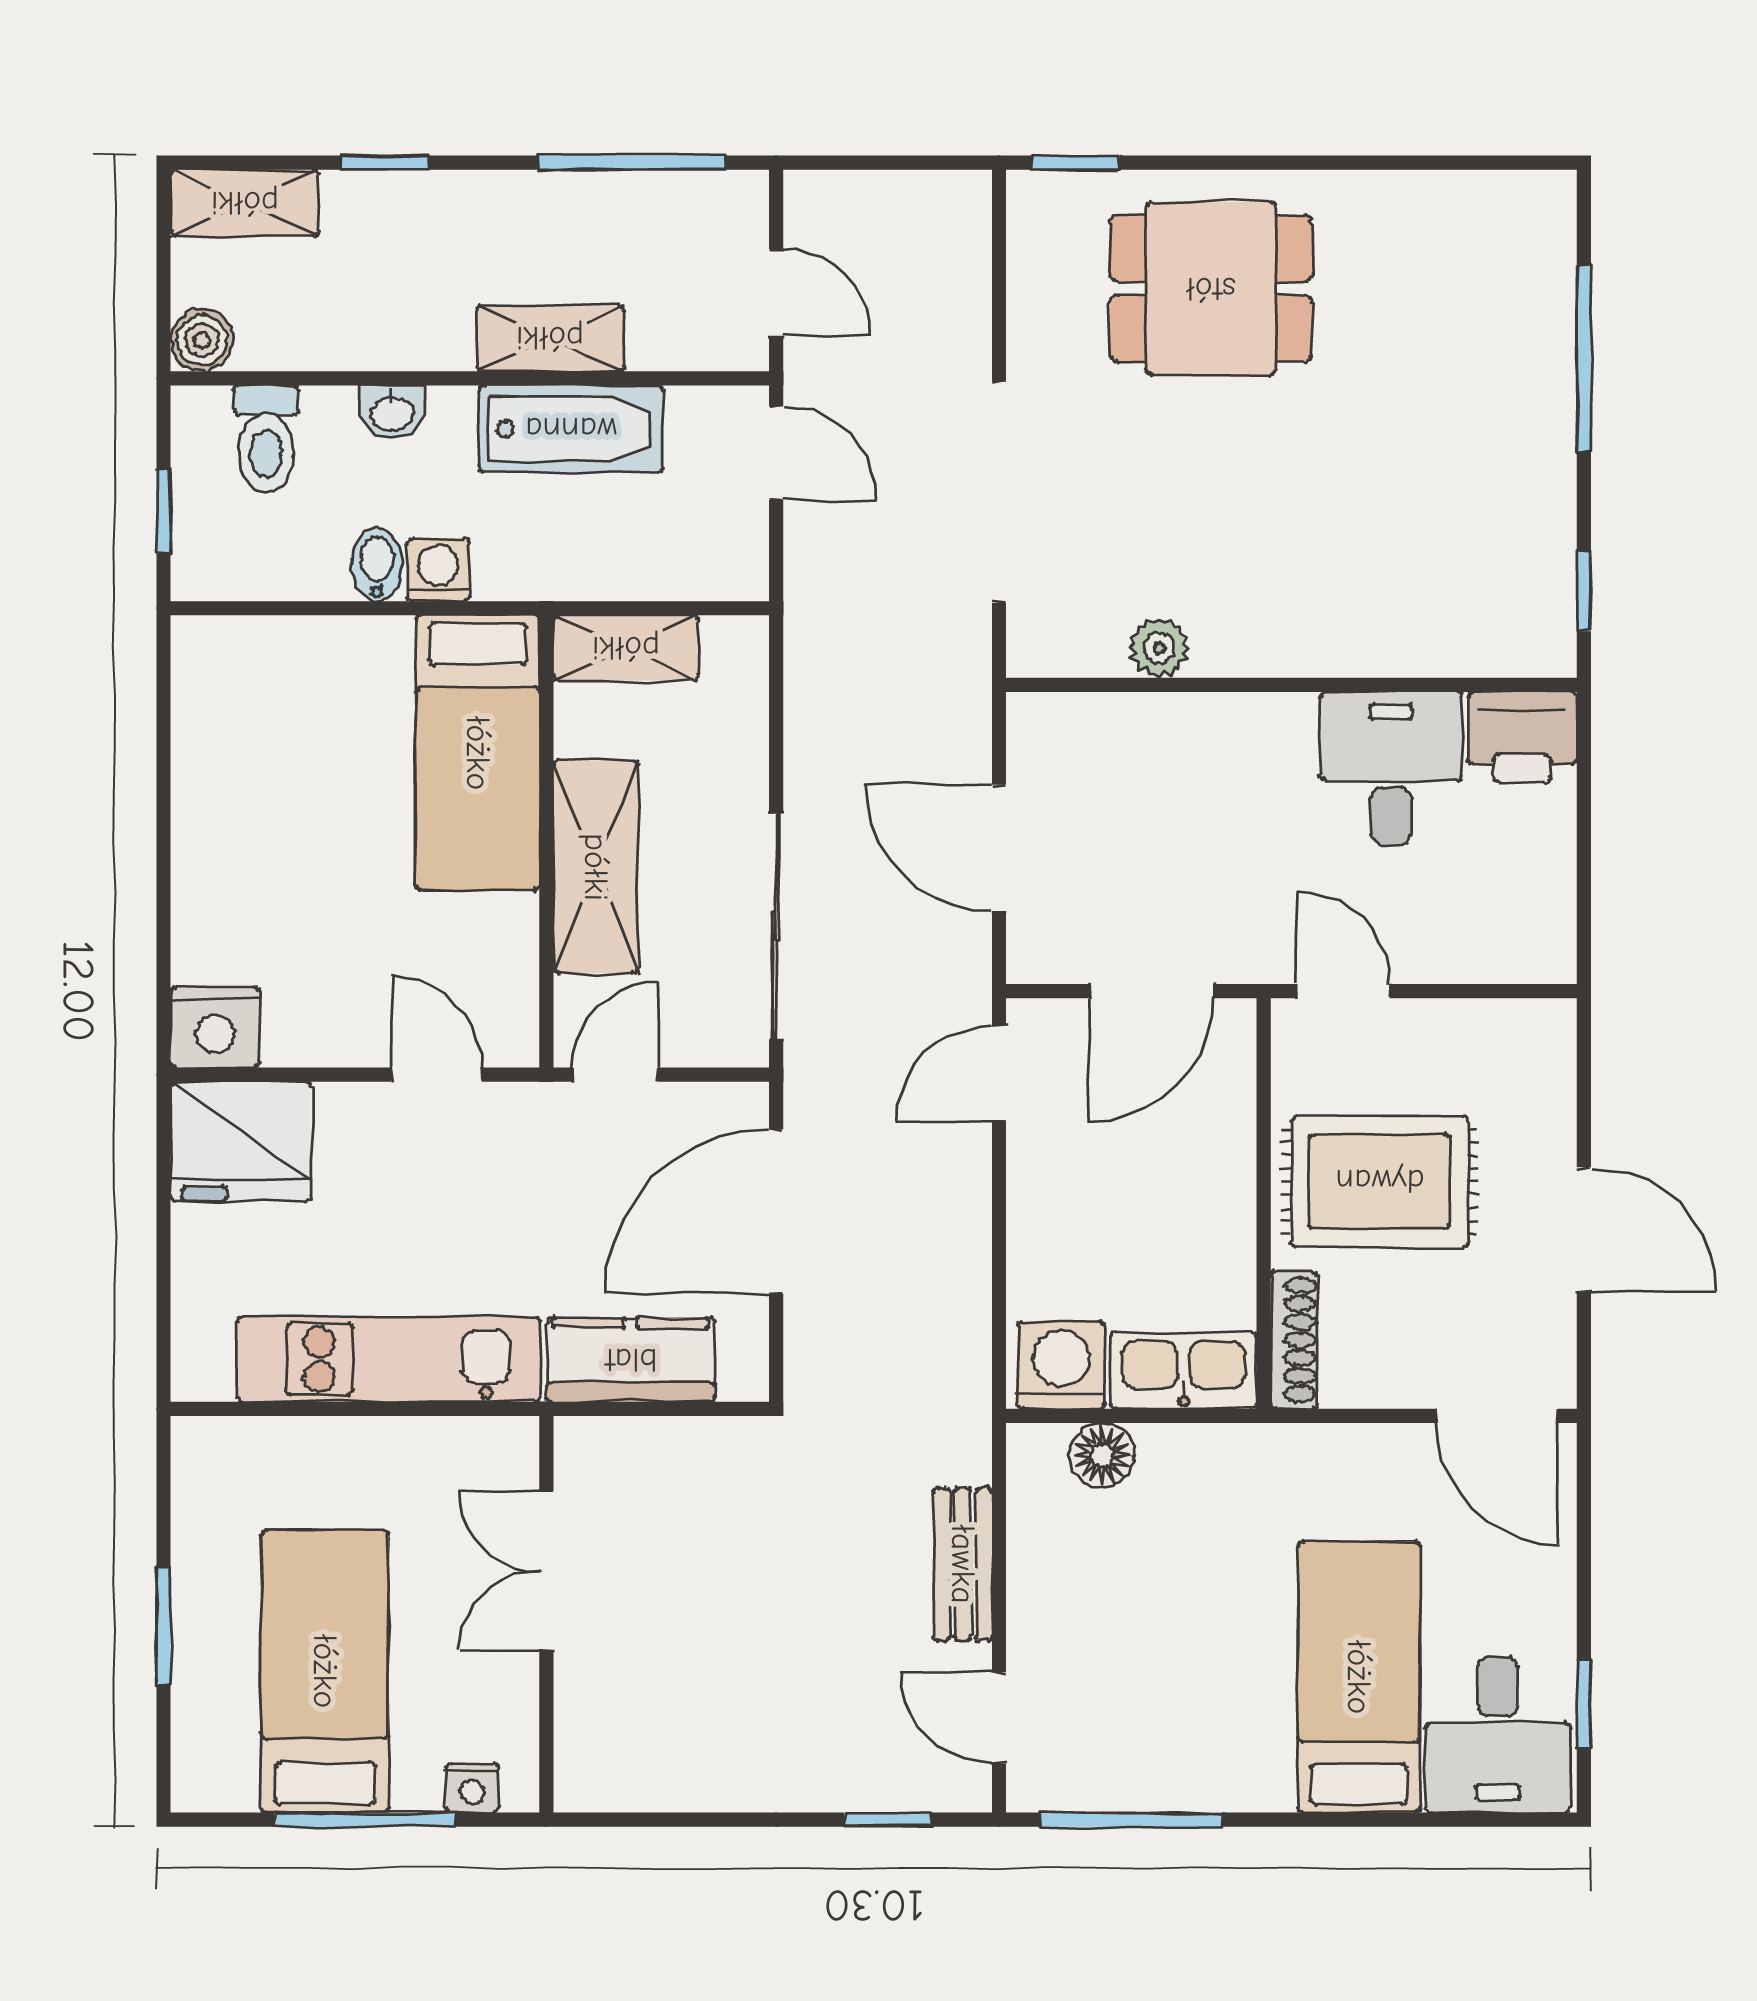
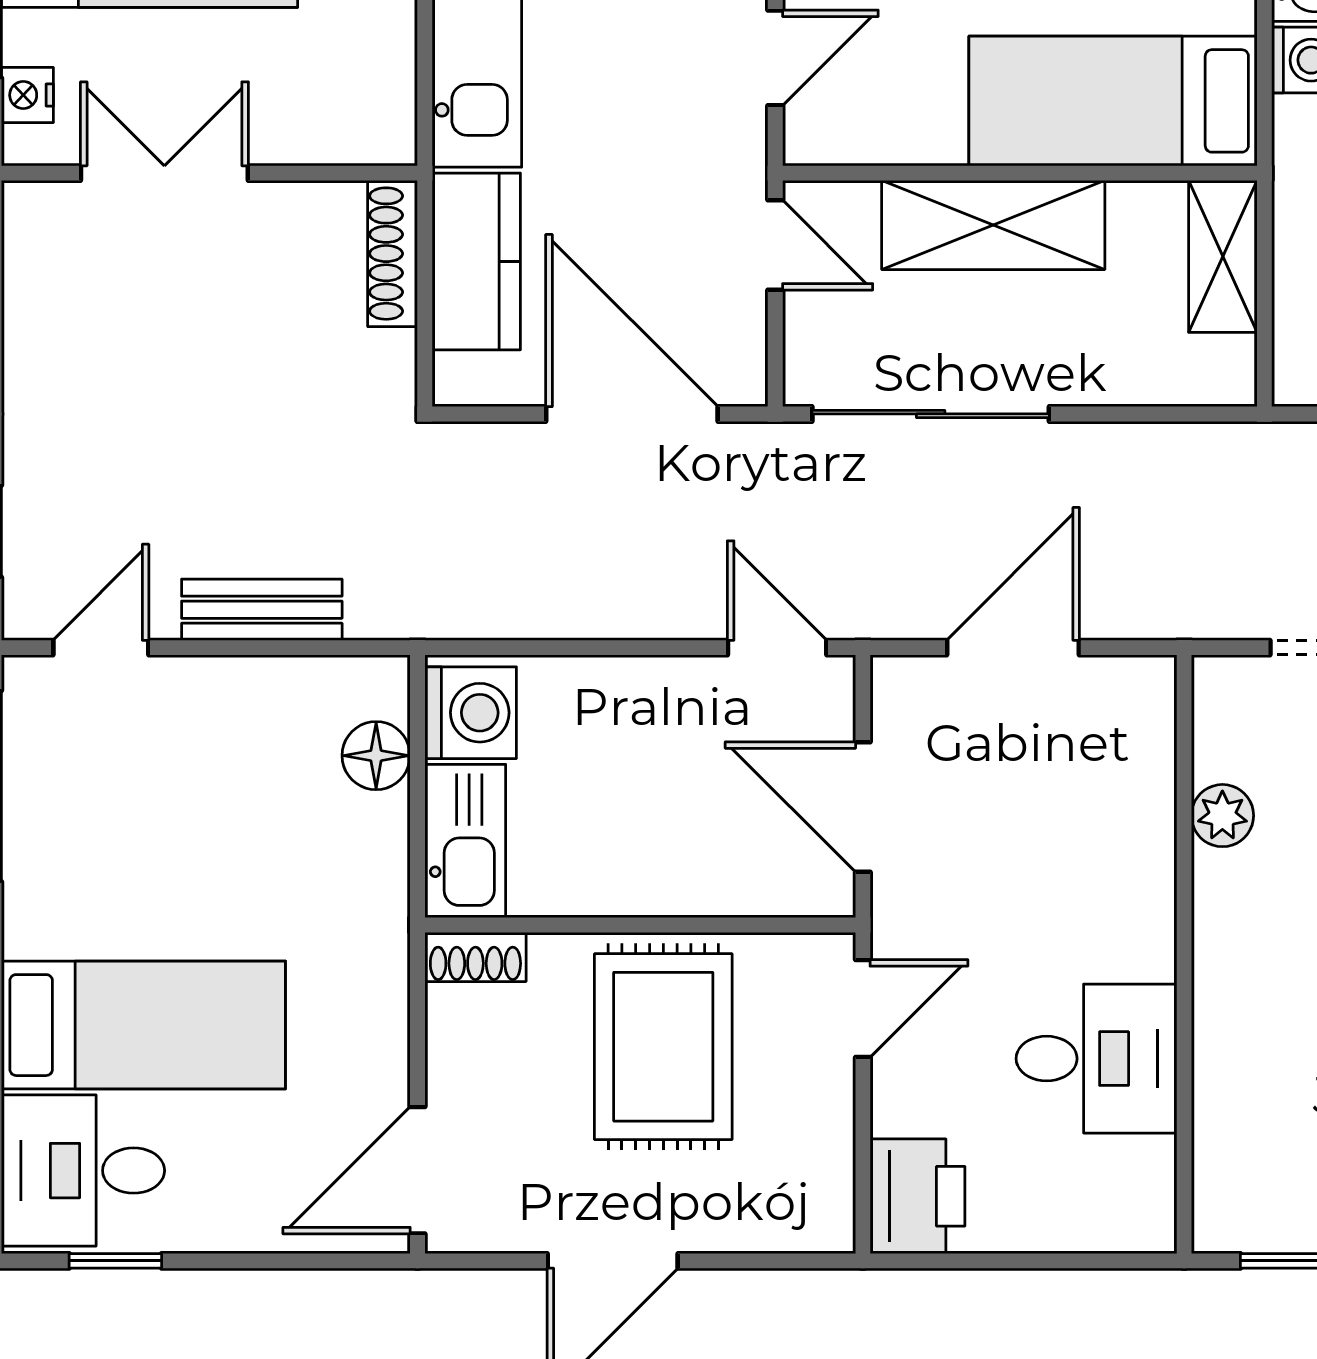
printer: (1522, 737) -> (918, 1196), moved, turned 180
shoe rack: (1294, 1340) -> (475, 957), width x0.70
shoe rack: (623, 1440) -> (393, 254), added
double door: (546, 1571) -> (164, 173), moved

